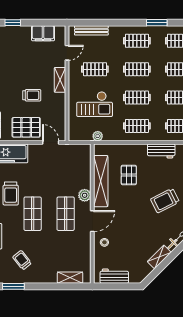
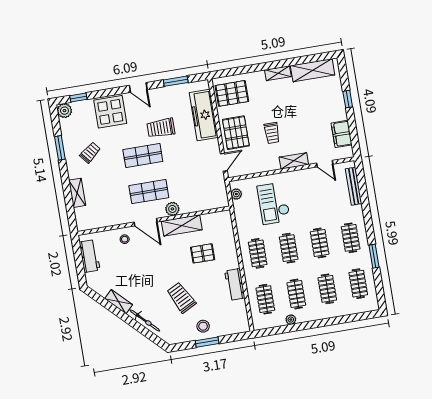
clothes rail: (95, 69) -> (312, 197), removed
plant: (98, 136) -> (236, 194), moved
shelving: (101, 181) -> (182, 225), width x0.68
shelving: (70, 278) -> (77, 193), moved

